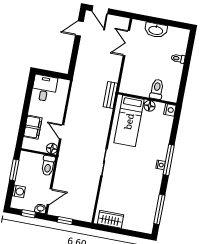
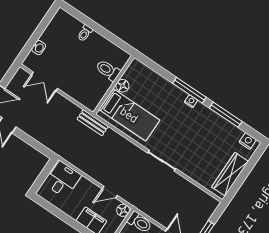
washbasin: (156, 30) -> (39, 48), width x0.52, depth x0.69
desk: (44, 88) -> (63, 179), moved, turned 90
nightstand: (170, 110) -> (248, 141), moved
window: (159, 209) -> (226, 115), moved
wardrobe: (111, 219) -> (230, 174), width x1.50

